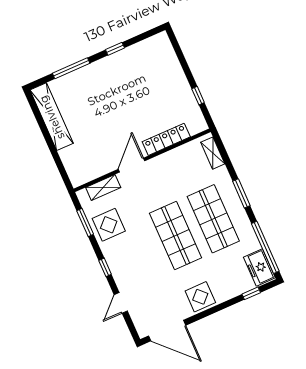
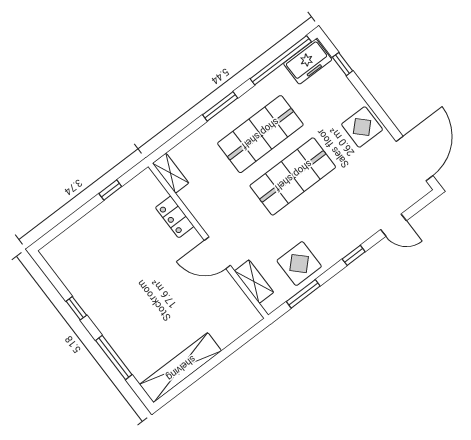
locker: (166, 139) -> (175, 217), width x0.66
shelving: (213, 153) -> (171, 173), moved, turned 90

